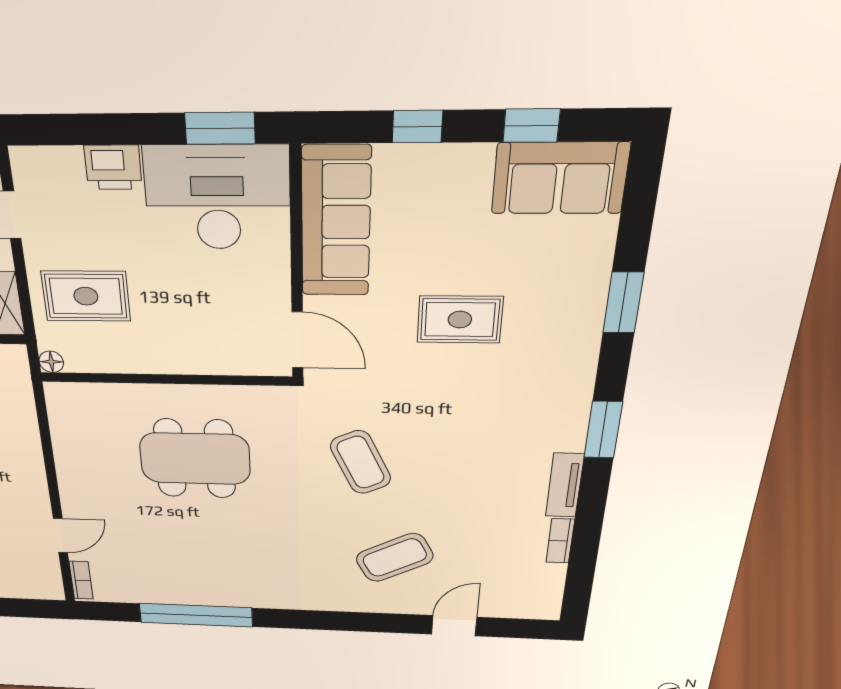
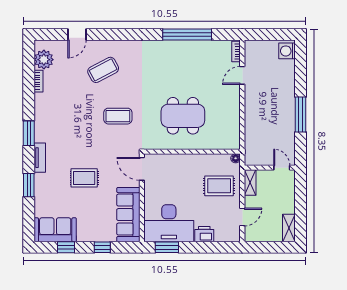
coffee table: (361, 462) -> (118, 116), turned -65
tv unit: (565, 485) -> (40, 158), moved
plant: (541, 583) -> (44, 60), added

